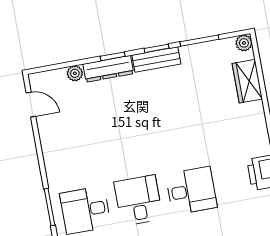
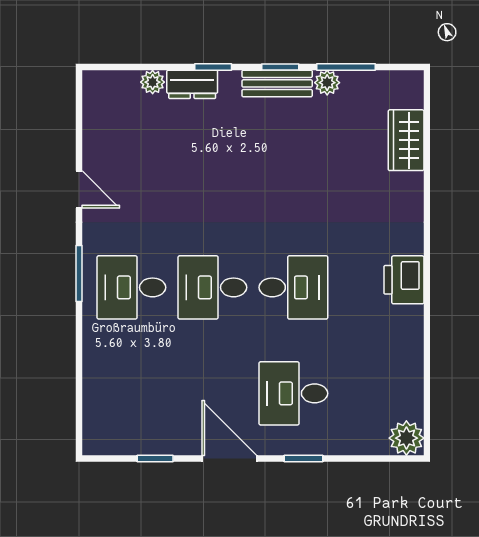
plant: (244, 43) -> (327, 83), moved
dresser: (108, 69) -> (192, 84), width x0.70
door: (31, 105) -> (79, 189), moved
desk: (138, 200) -> (212, 287), turned -90

